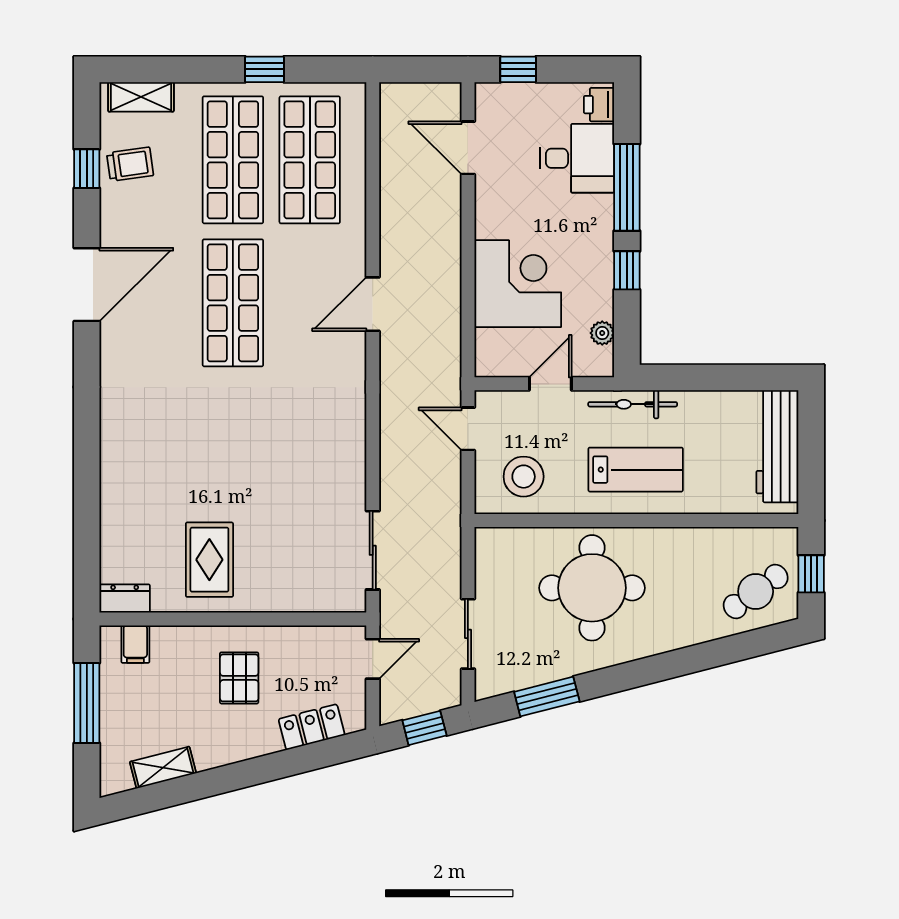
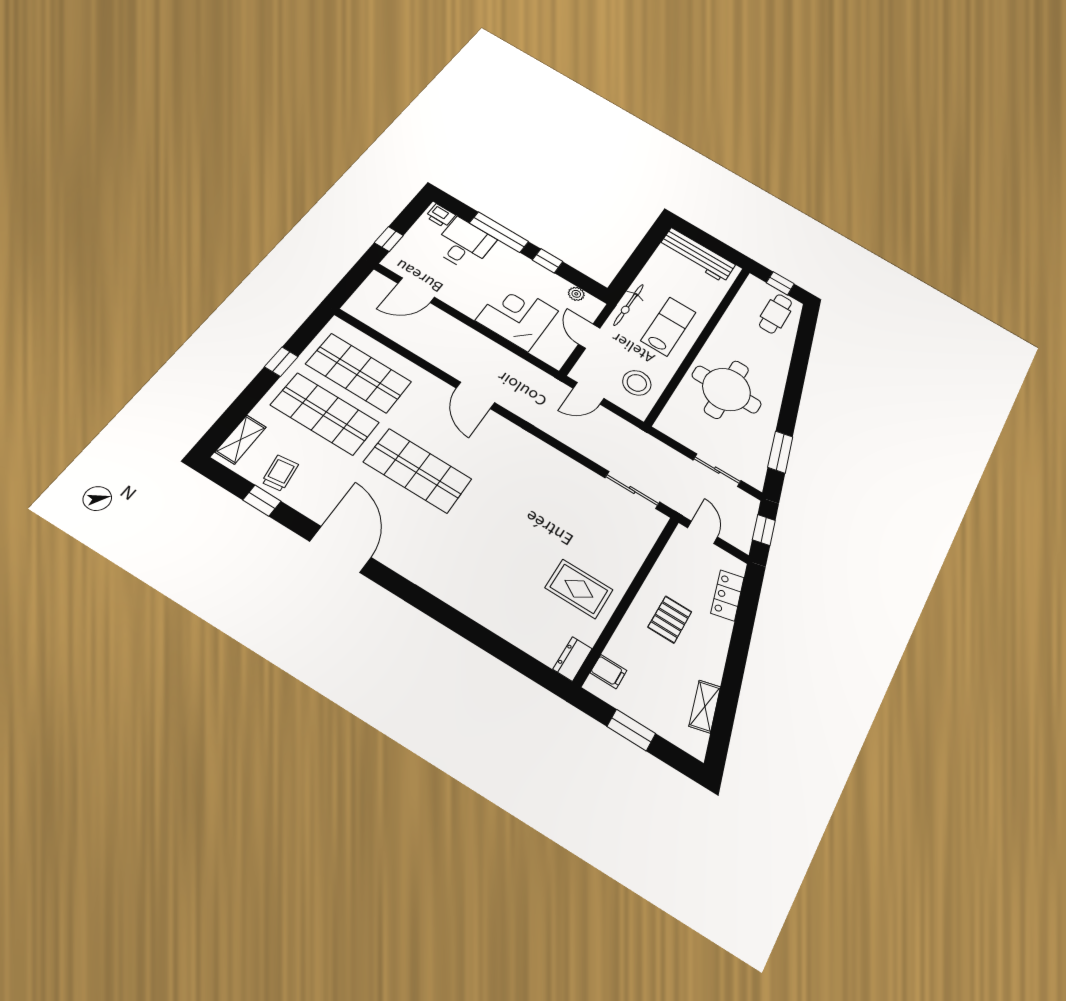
cafe table: (756, 591) -> (776, 314), turned 36
pallet: (239, 678) -> (670, 619), turned 90
window: (87, 703) -> (631, 730), width x0.69

